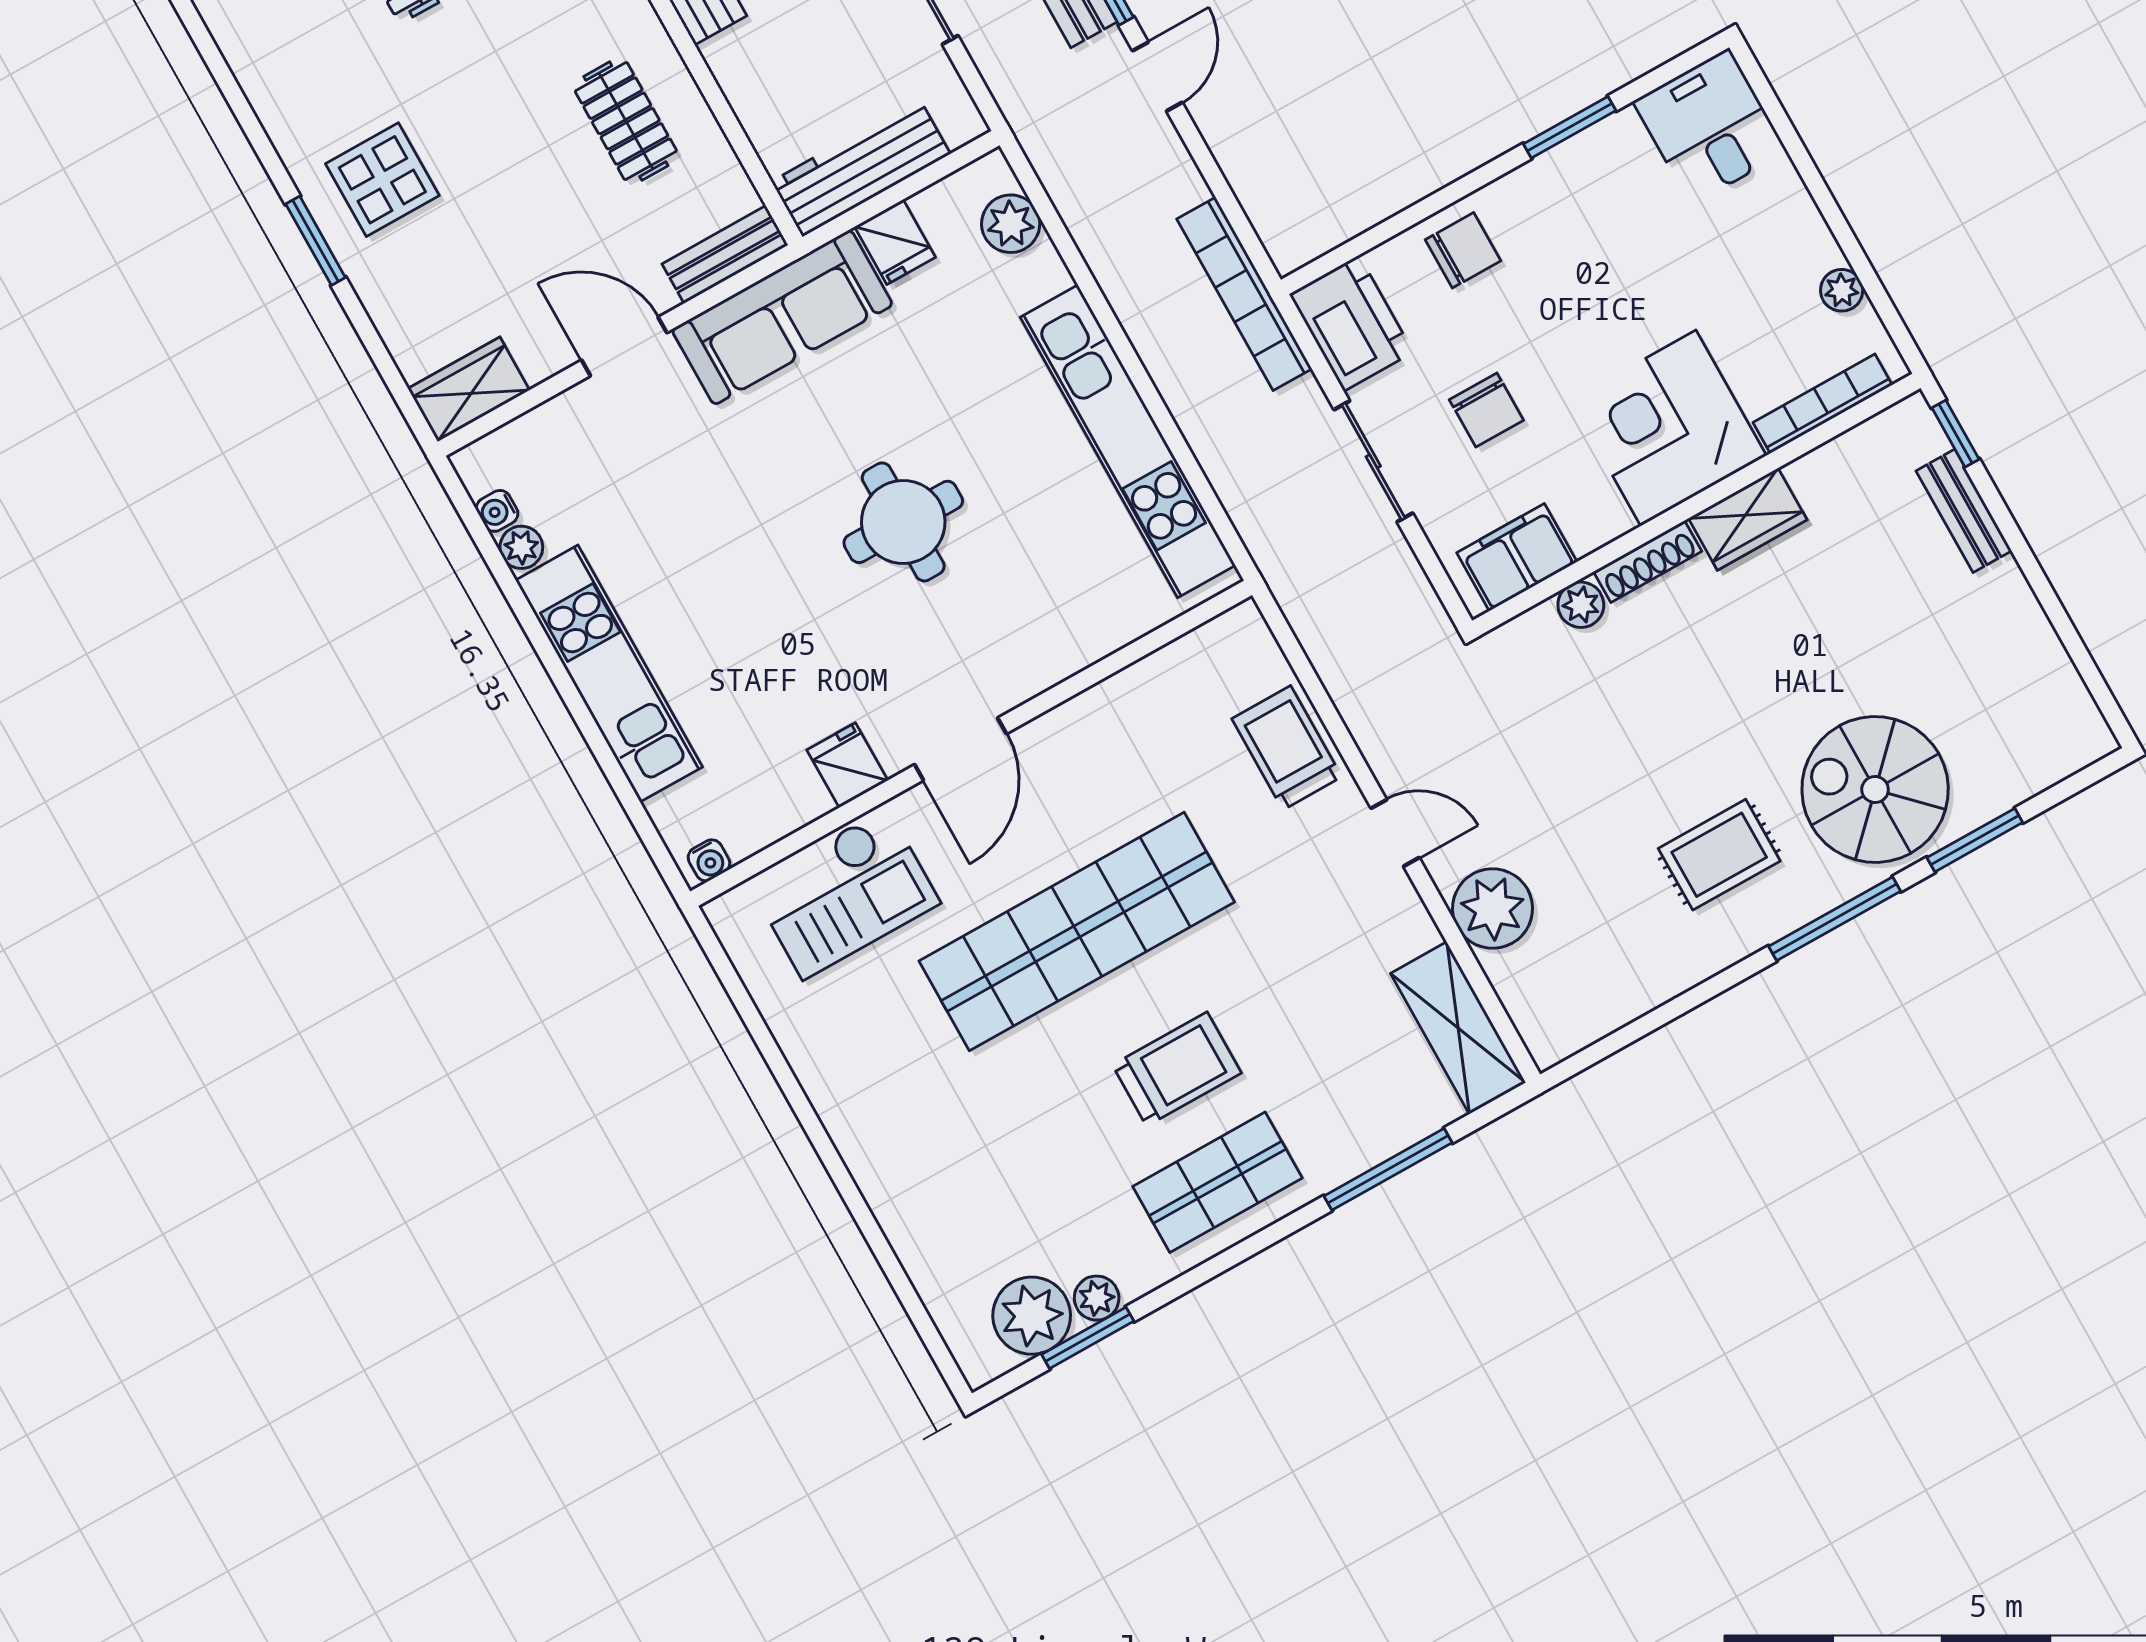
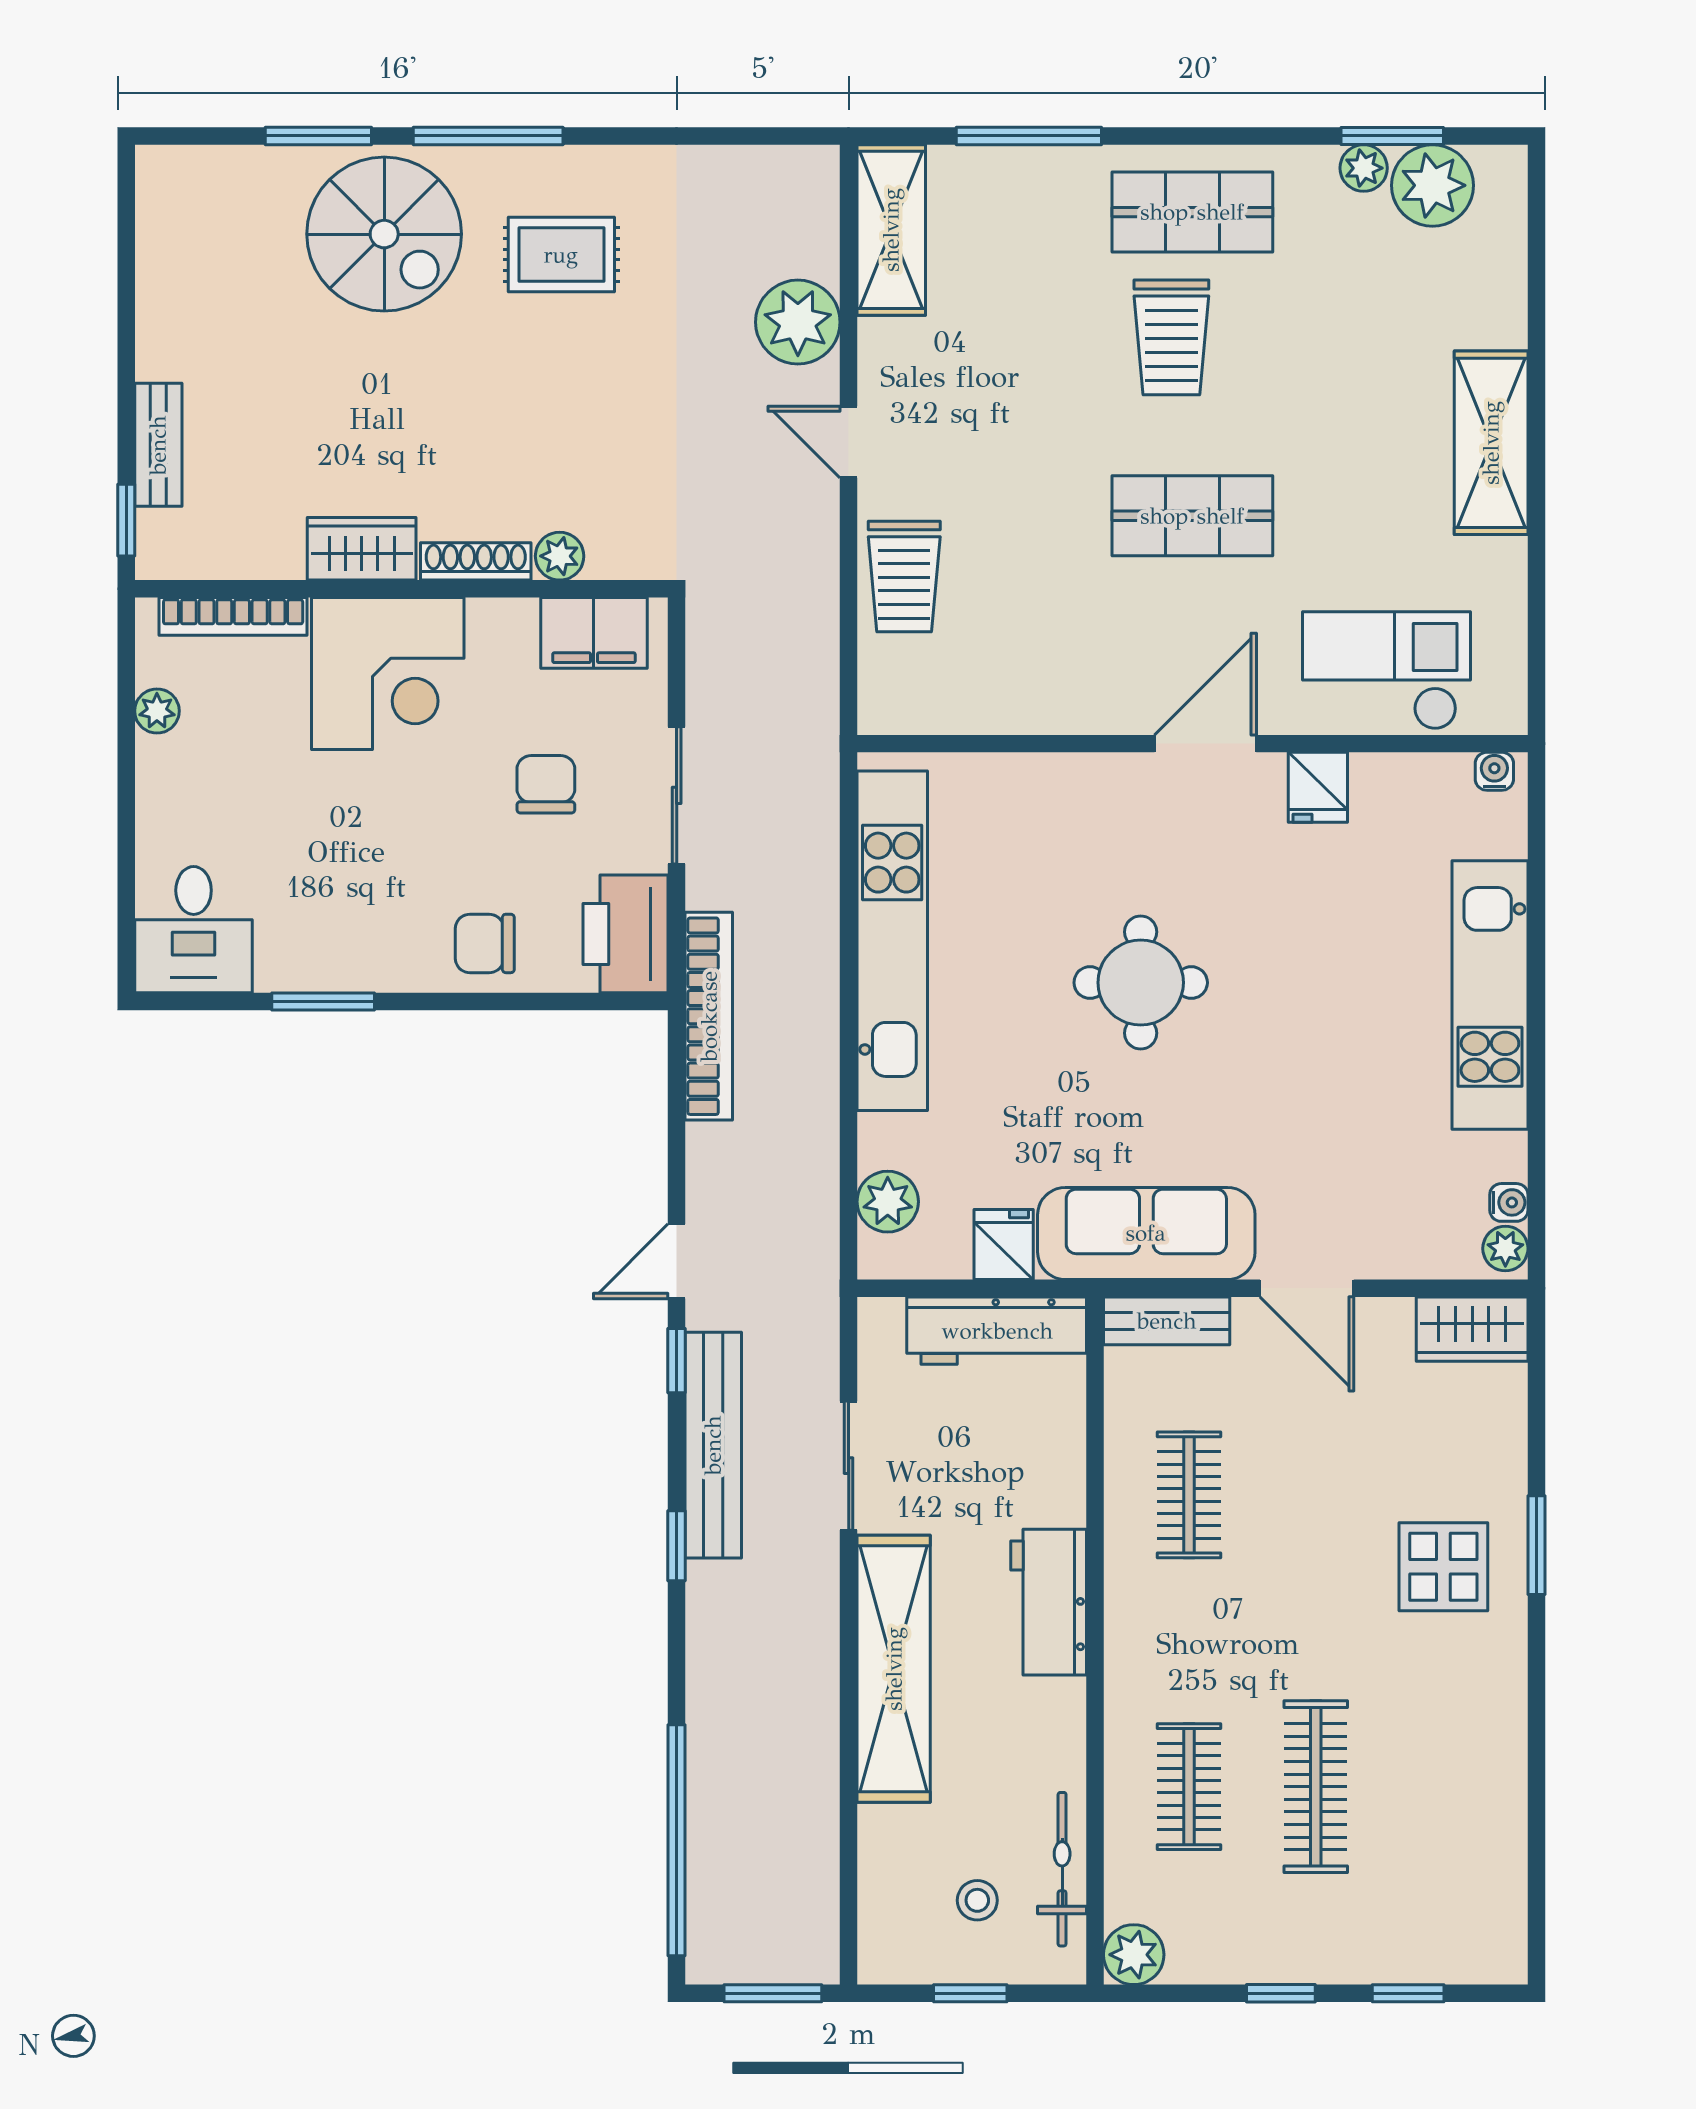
plant: (521, 547) -> (1505, 1249), moved
shop shelf: (1077, 932) -> (1192, 516), width x0.50, depth x0.74
trolley: (1177, 1069) -> (1171, 337), turned -90
shelving: (864, 1130) -> (1491, 443), added

